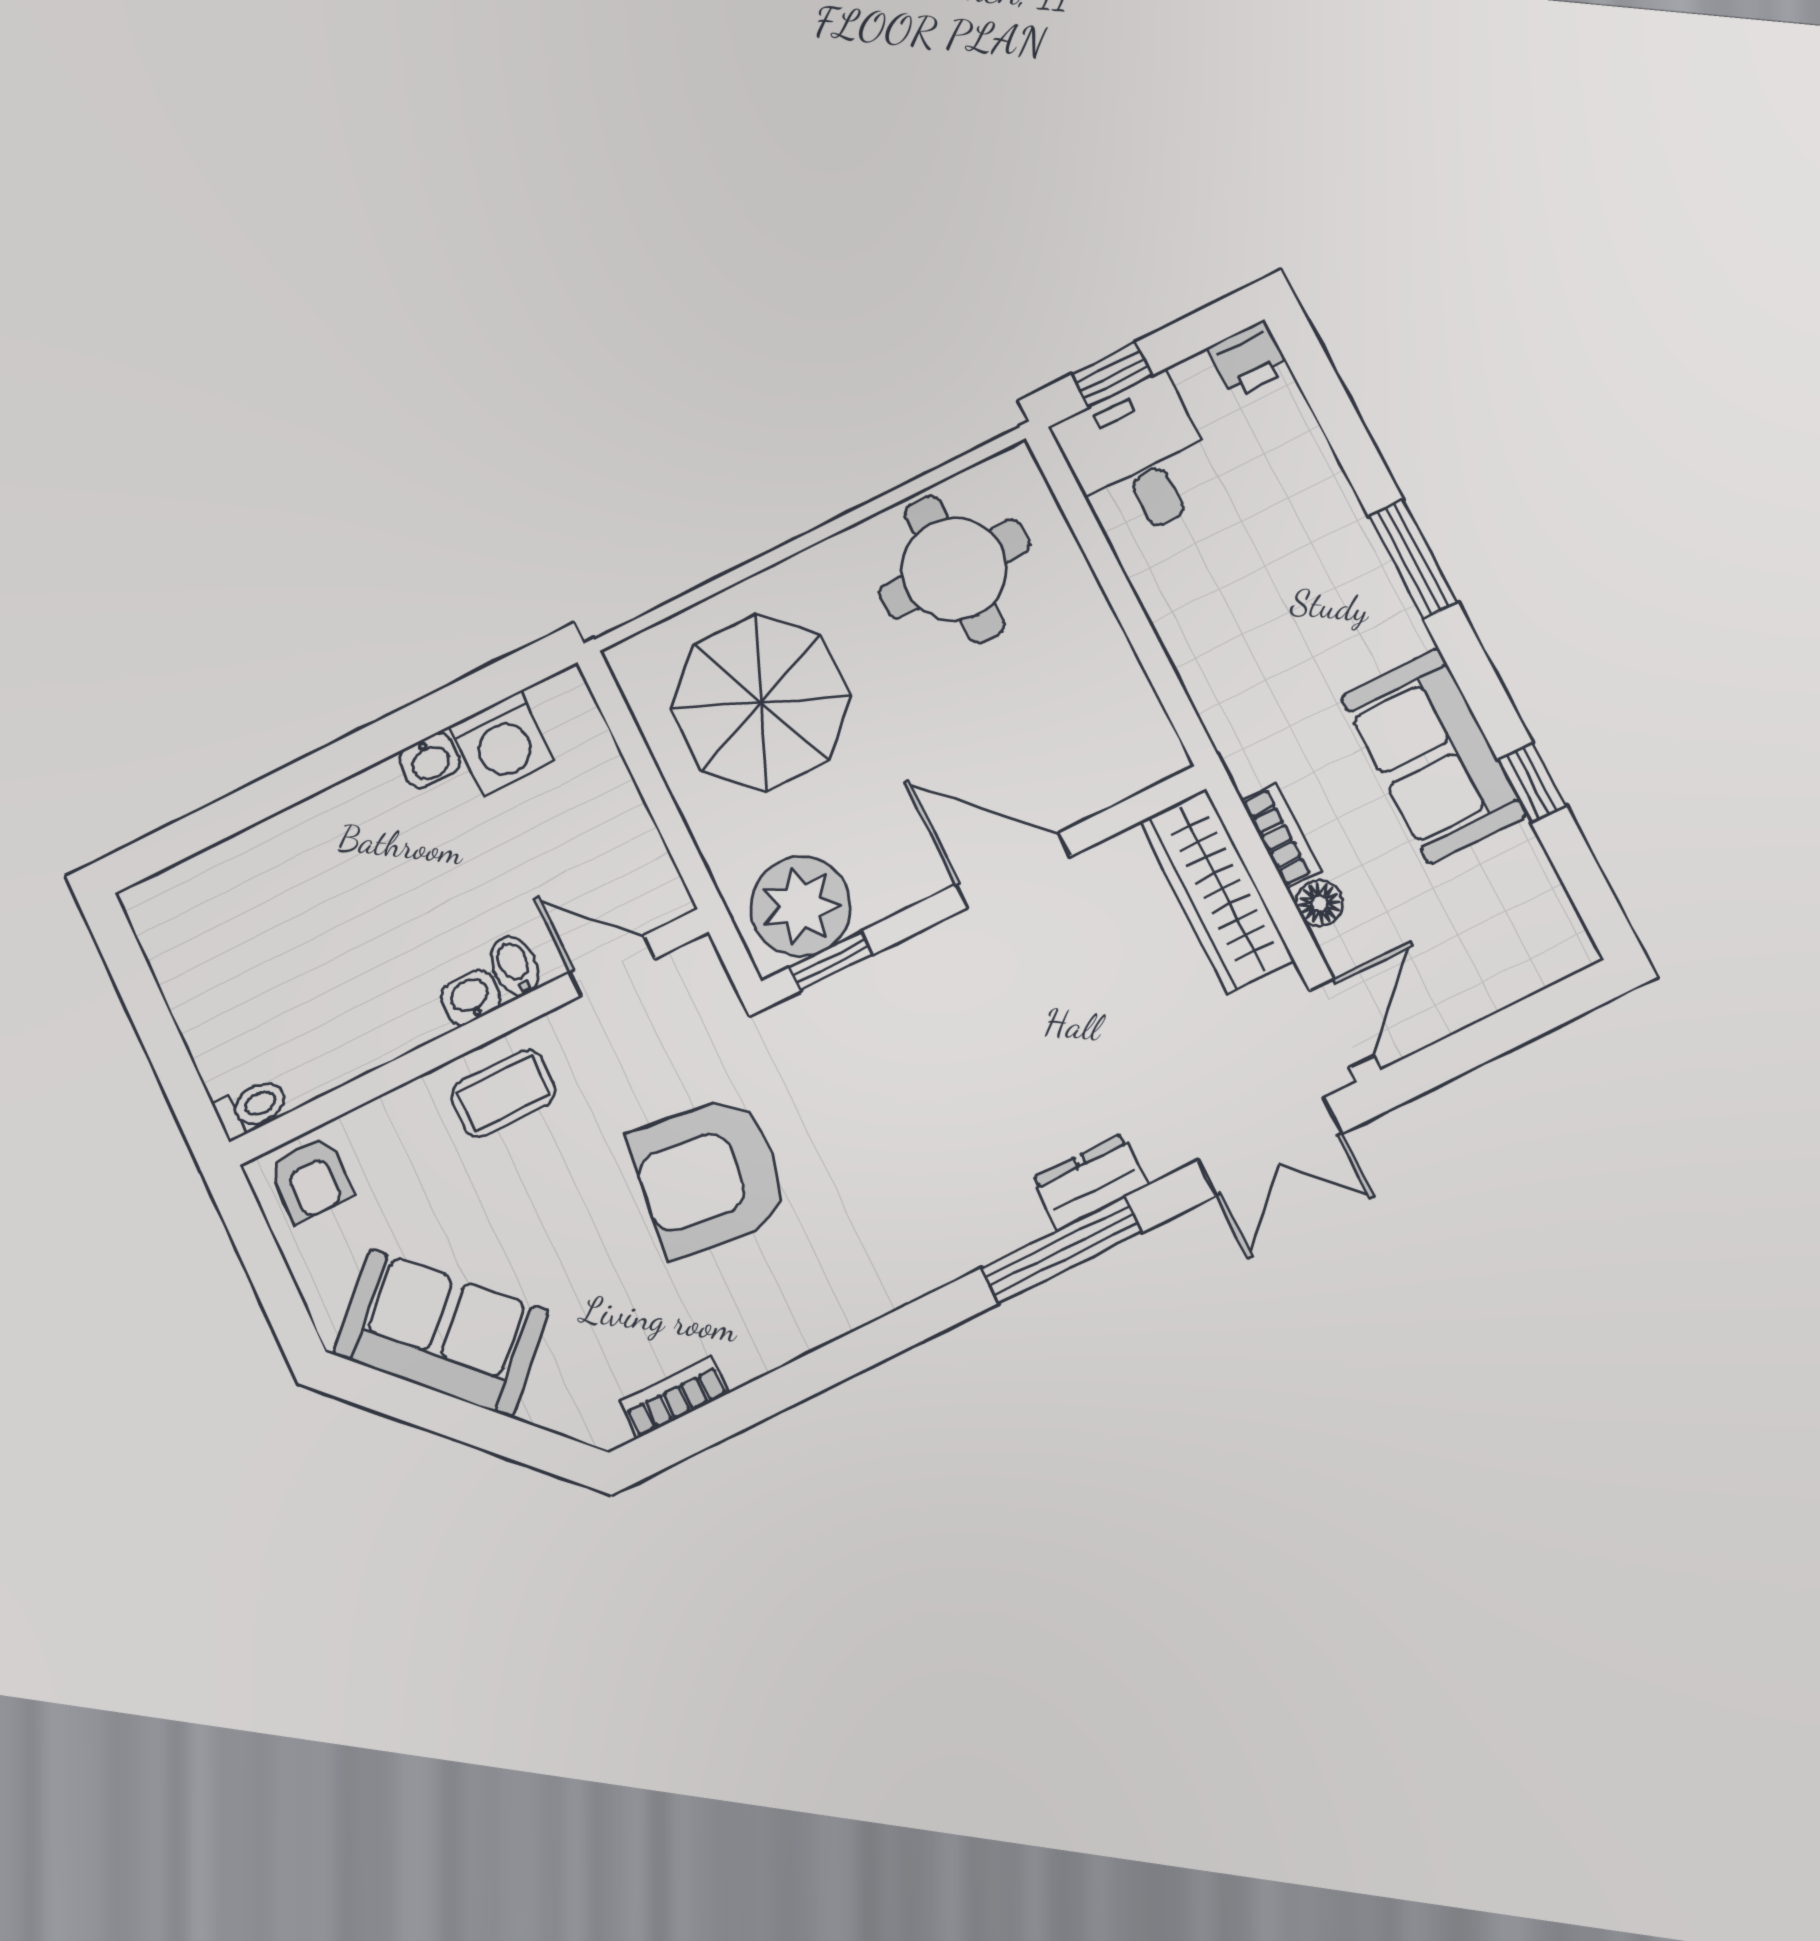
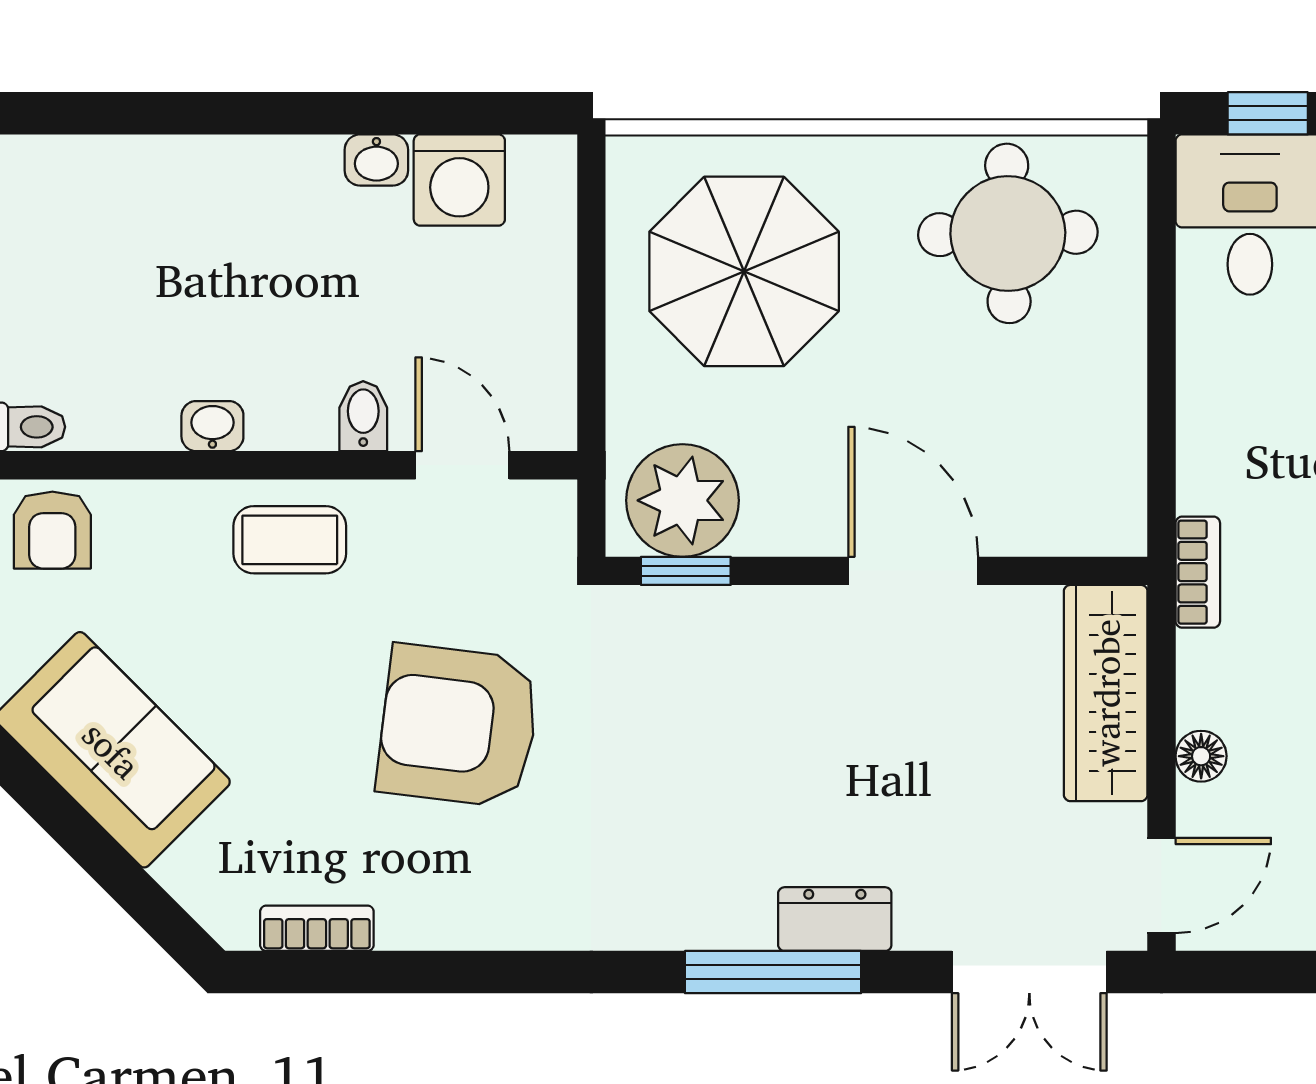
bookcase: (1281, 835) -> (1198, 572), moved
washbasin: (471, 998) -> (212, 426), moved

